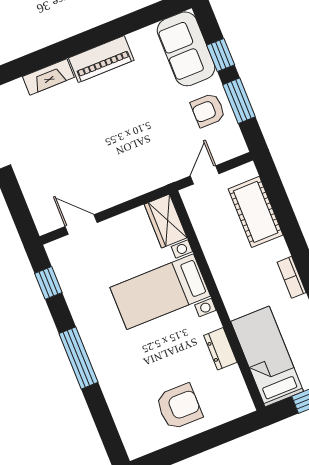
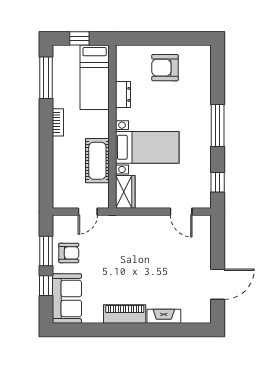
cot: (256, 212) -> (97, 161), moved

